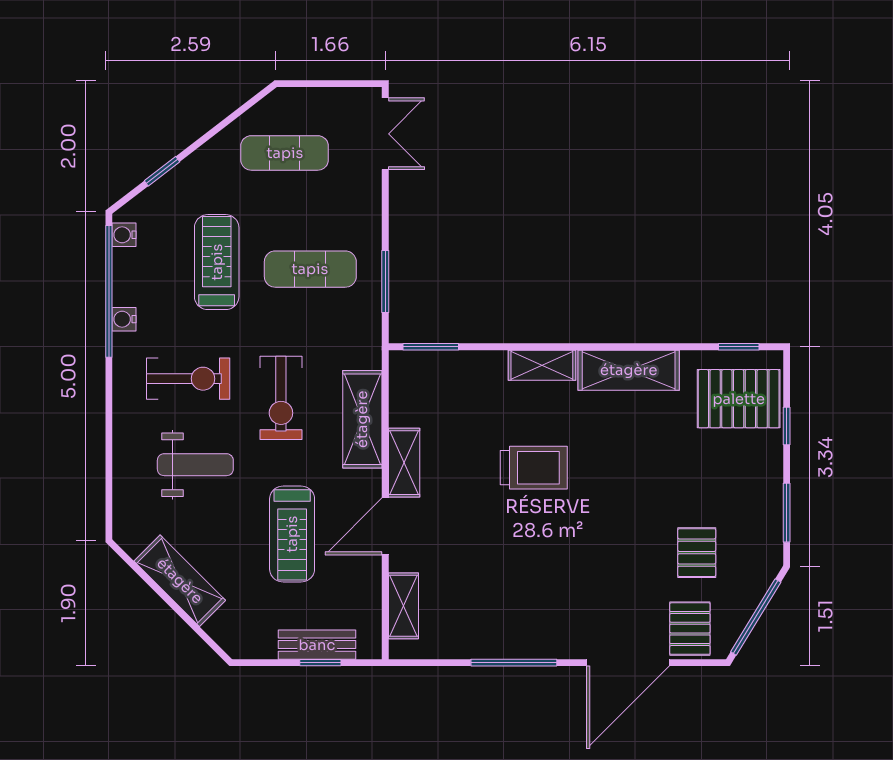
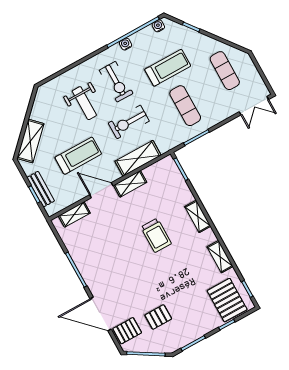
shelving: (629, 370) -> (220, 257), width x0.67, depth x0.75
treadmill: (292, 534) -> (78, 156), turned 180
shelving: (180, 581) -> (30, 141), moved

